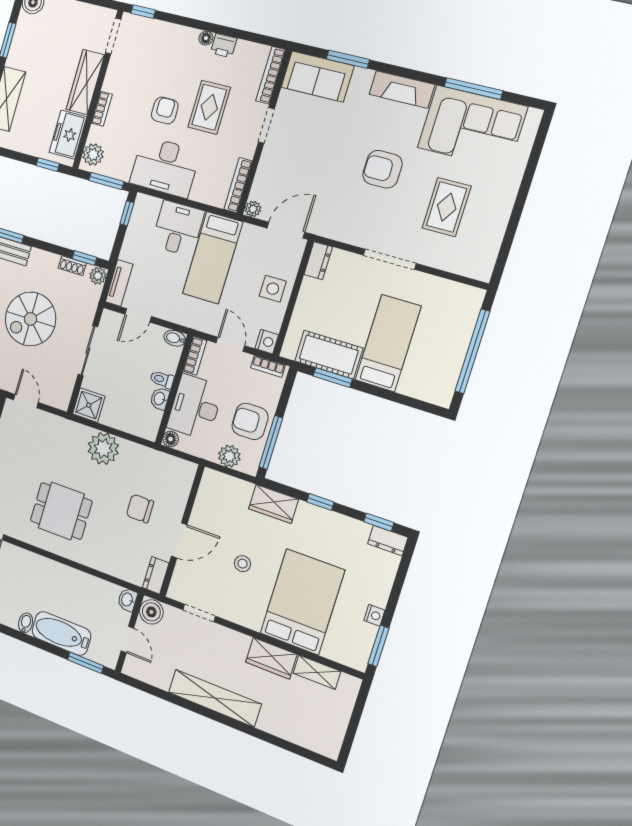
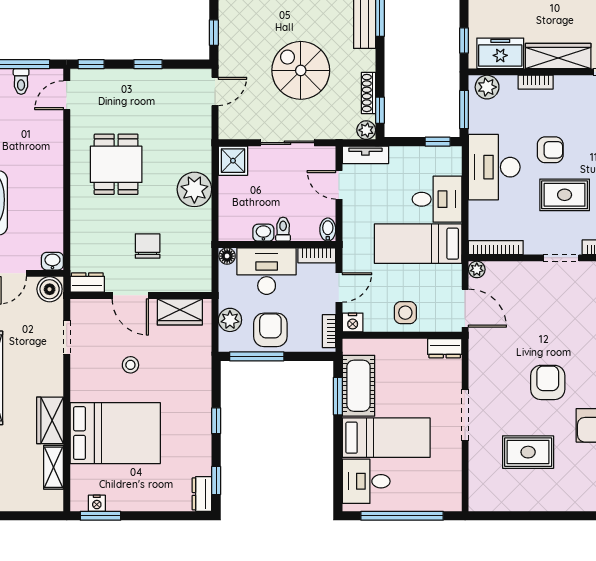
shoe rack: (72, 266) -> (368, 93), width x1.43
desk: (426, 376) -> (366, 481), added
wardrobe: (274, 504) -> (180, 312), moved, turned -90
nightstand: (374, 615) -> (97, 503), moved

